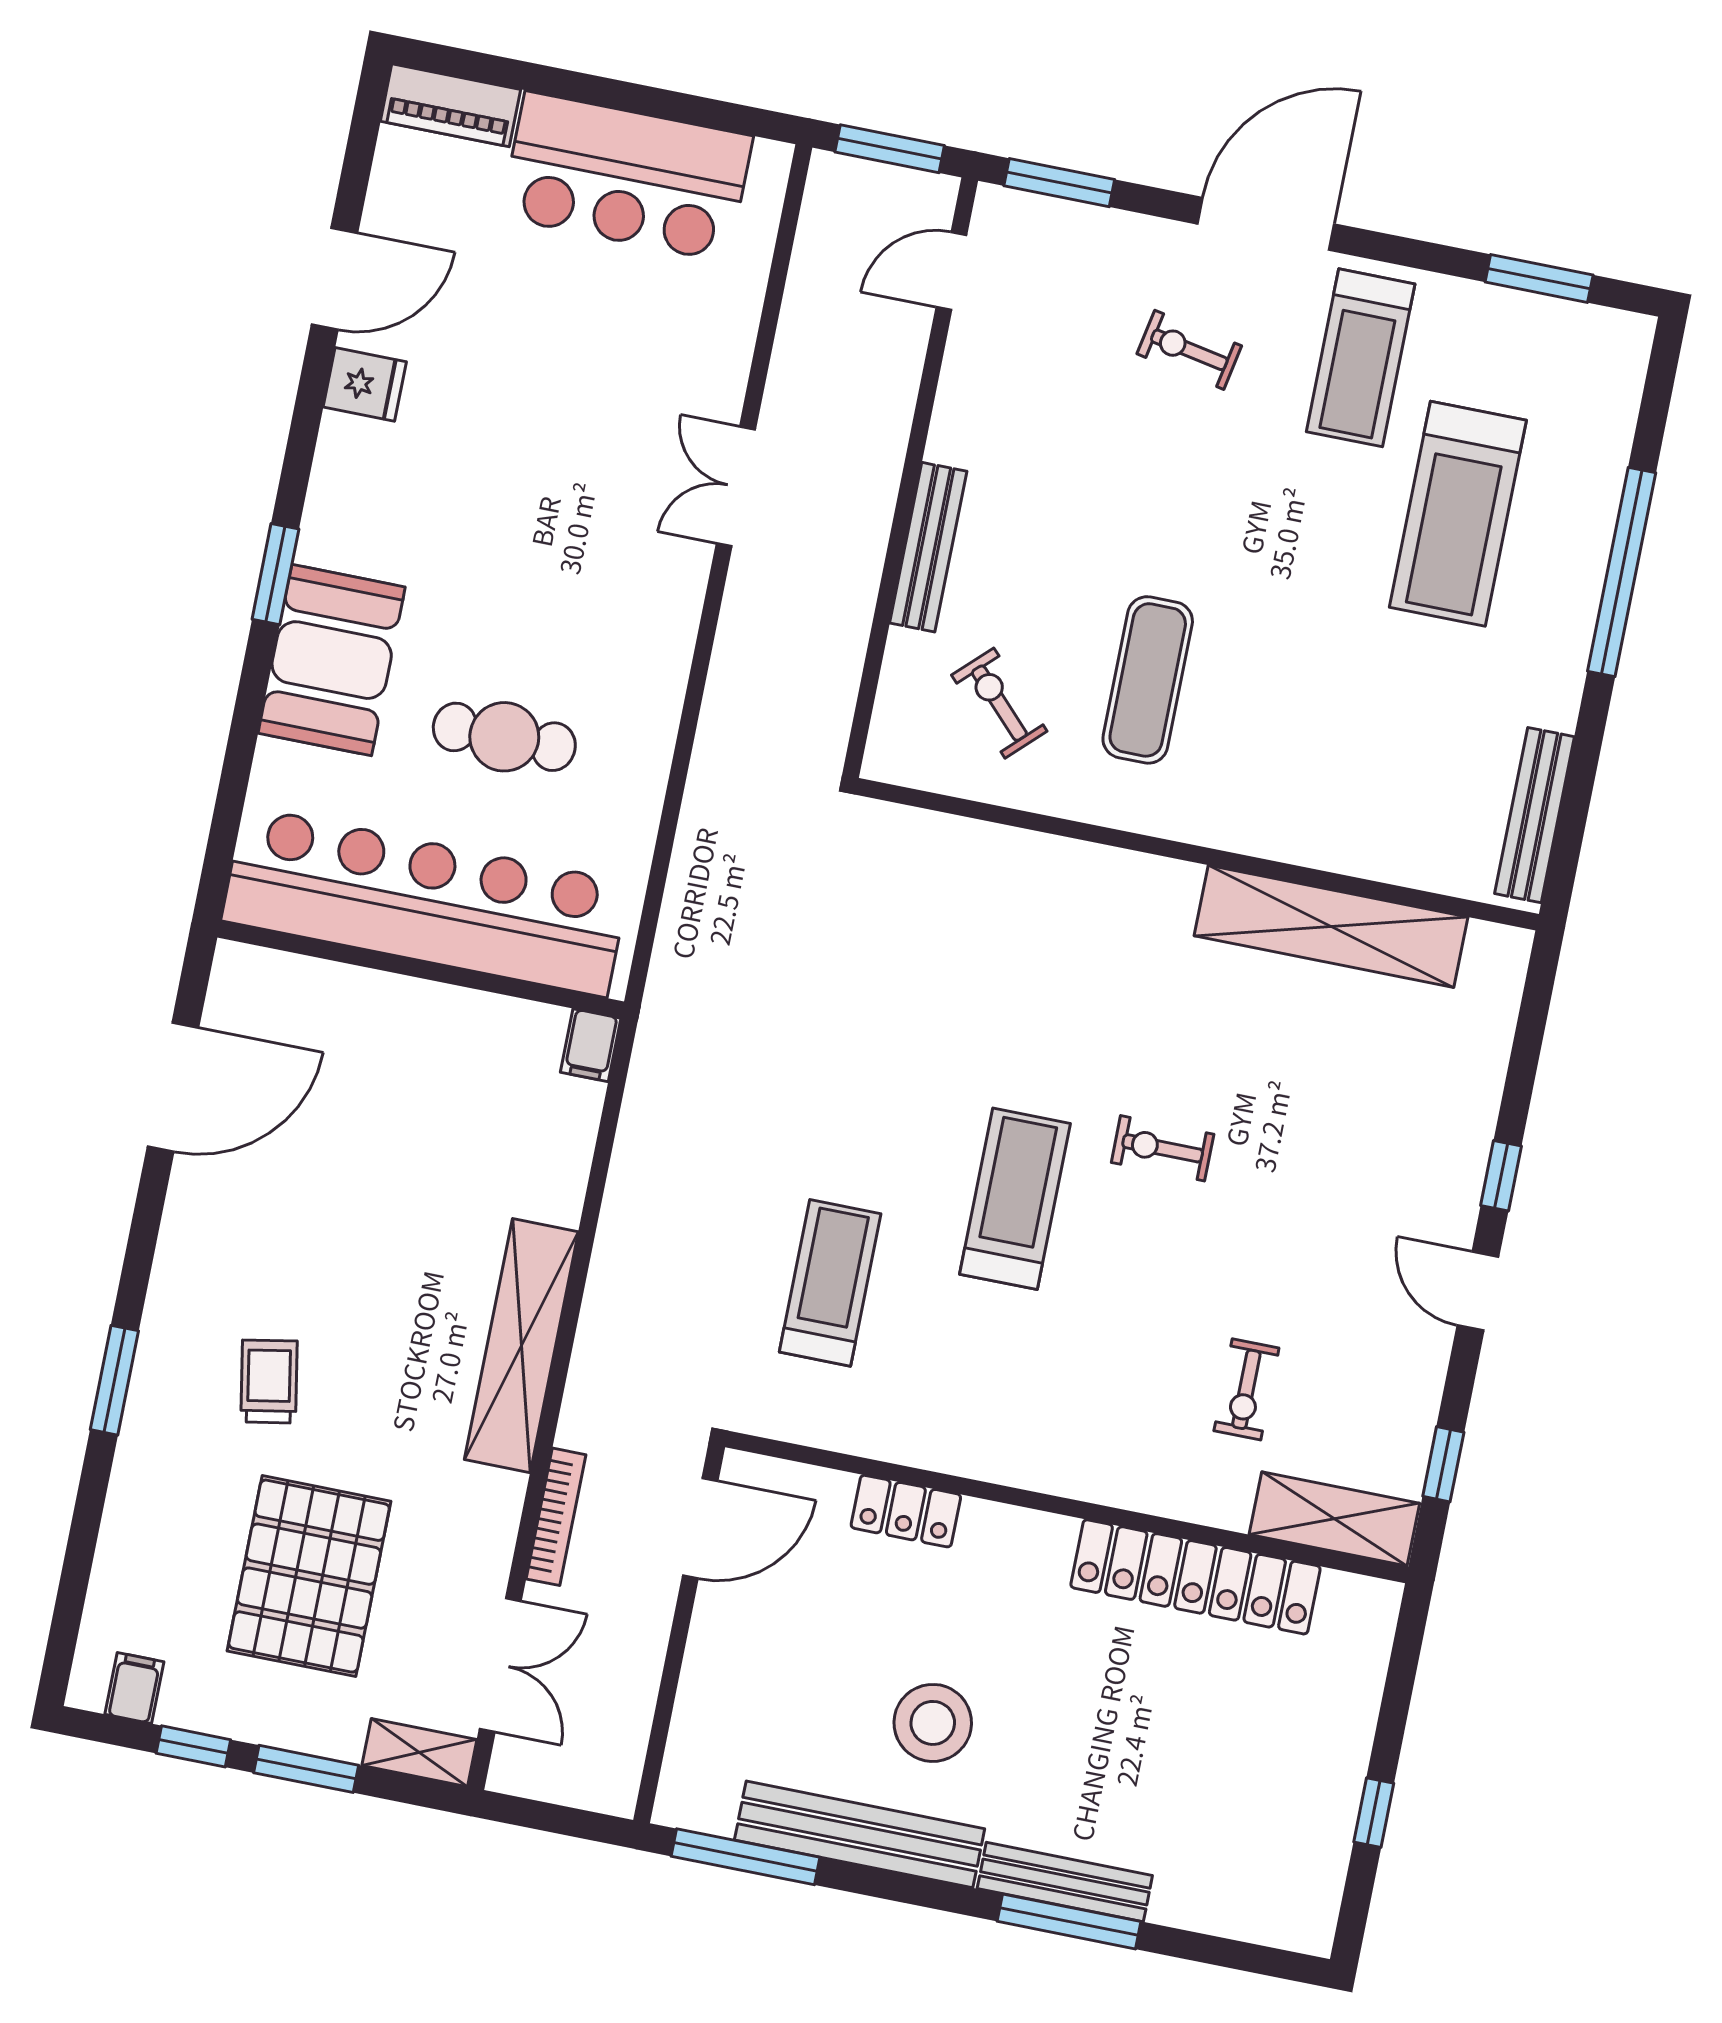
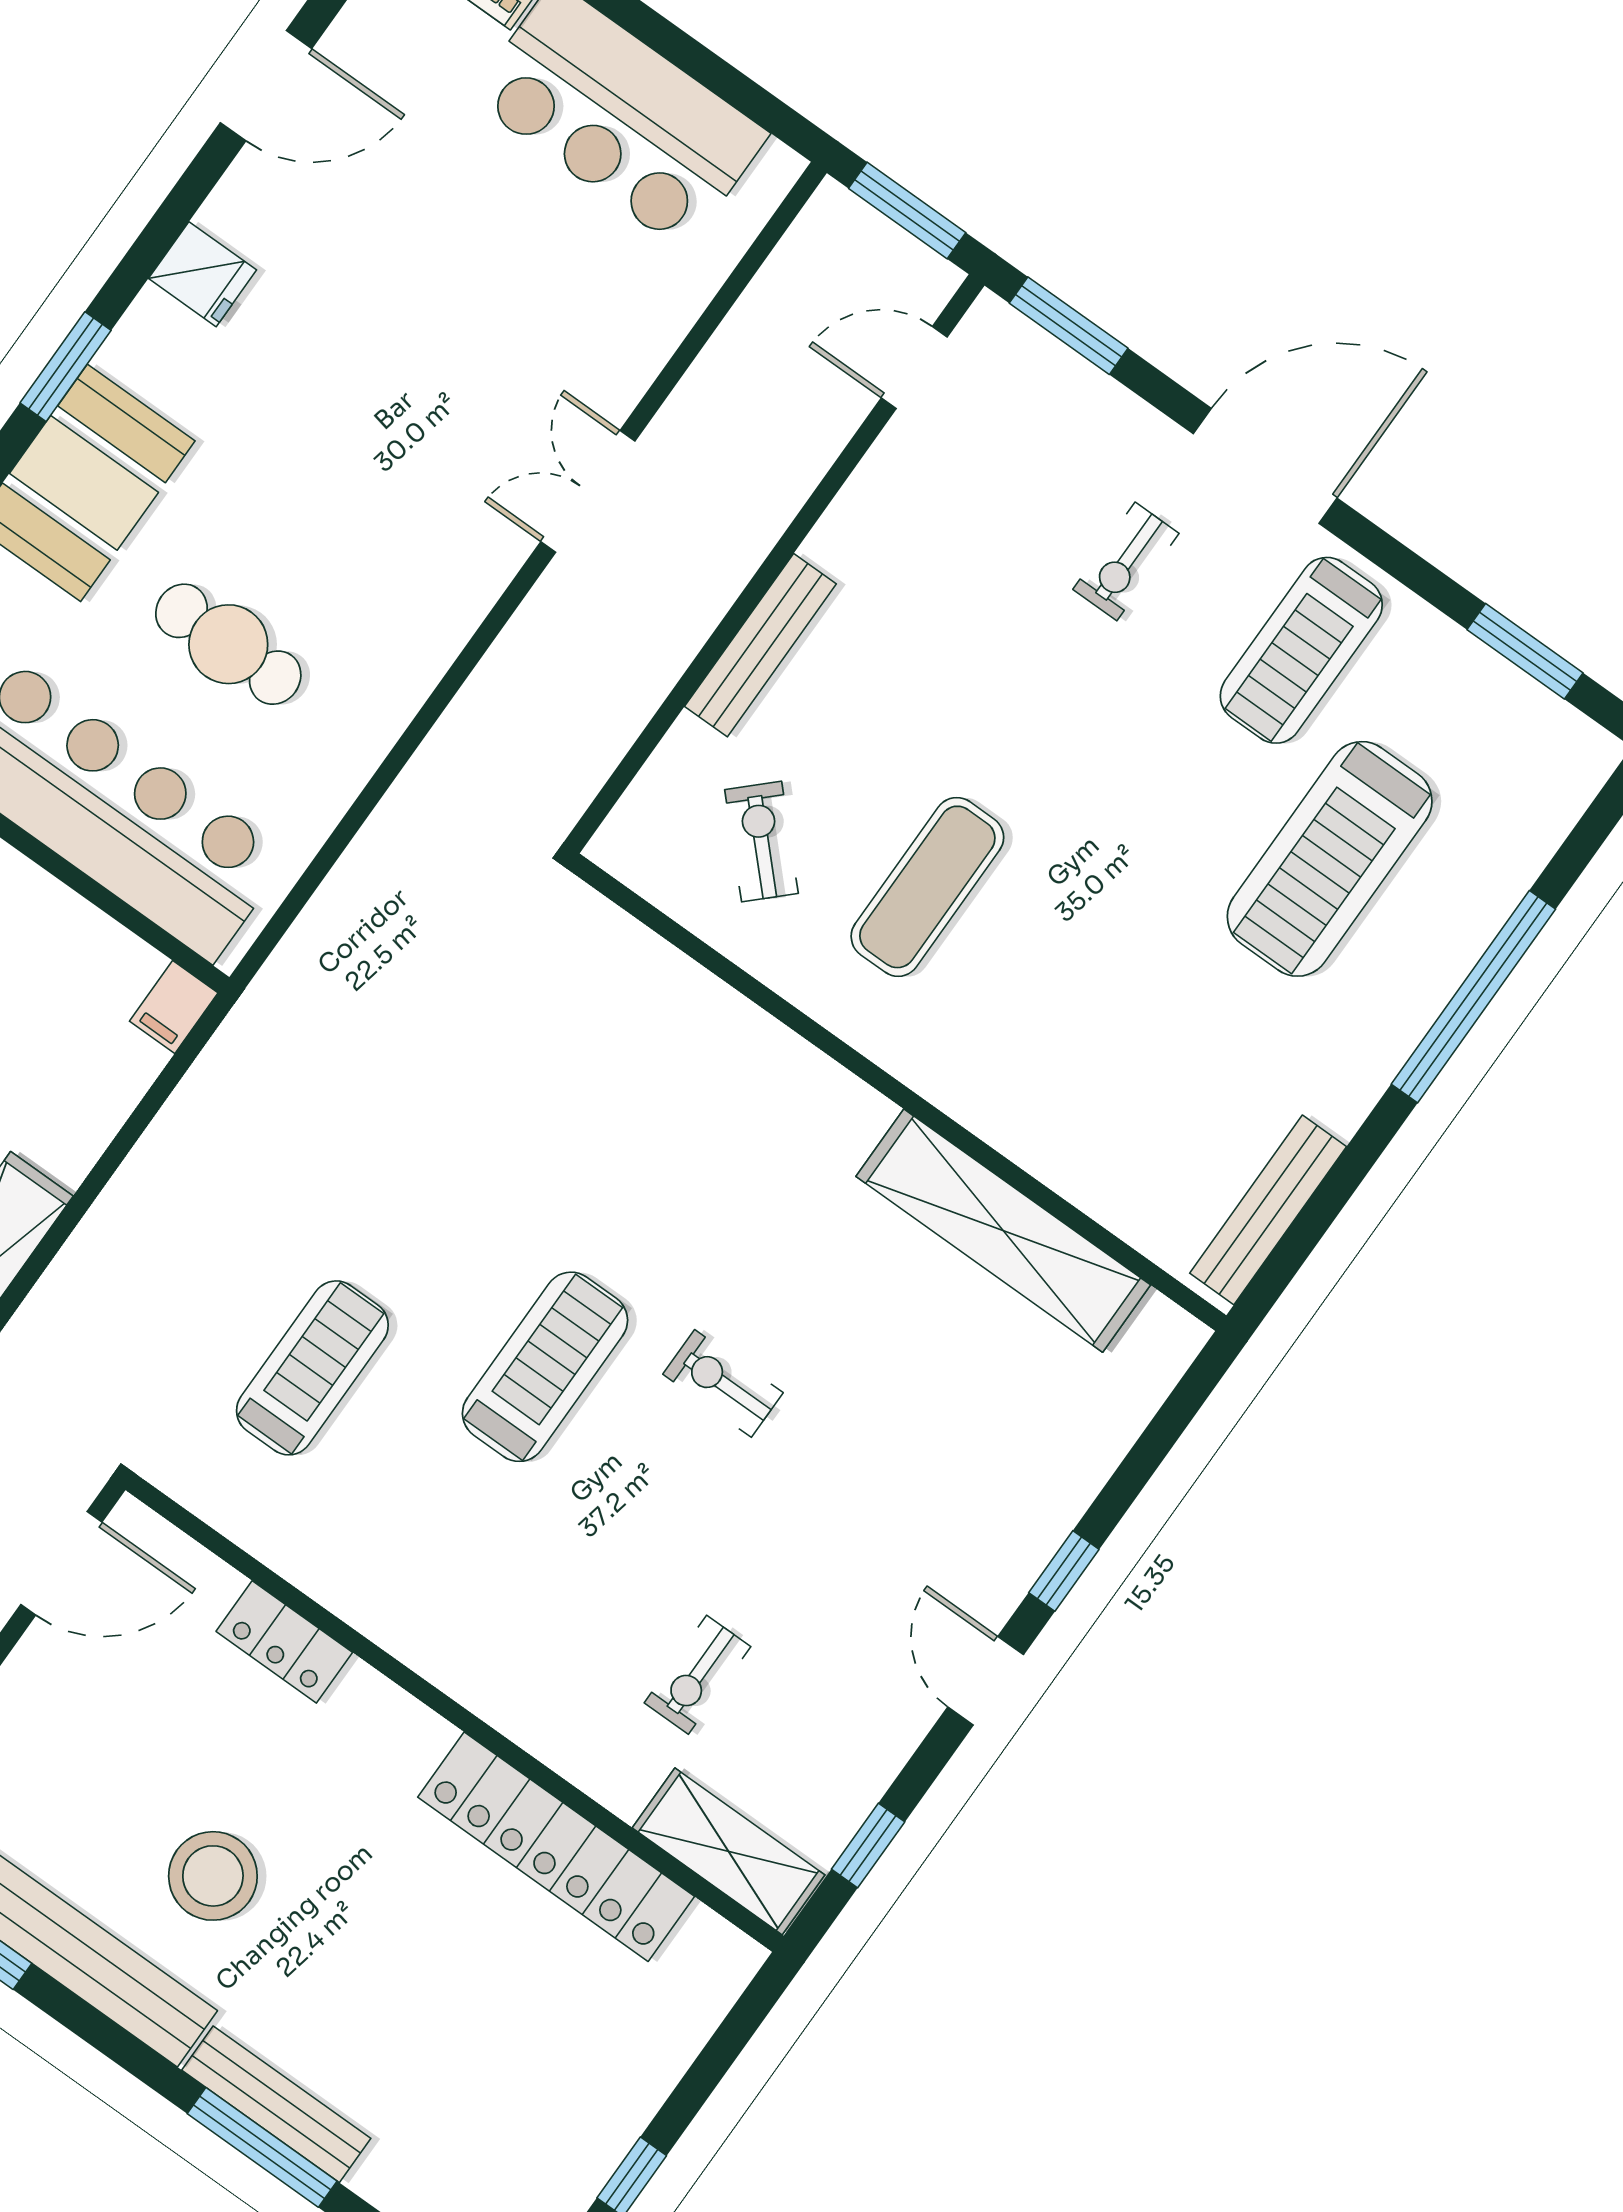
exercise bike: (1189, 350) -> (1126, 561), turned -101
fridge: (365, 384) -> (203, 274), moved

